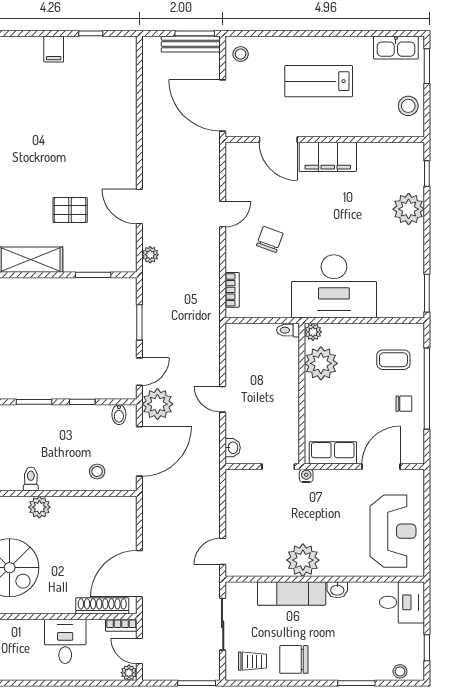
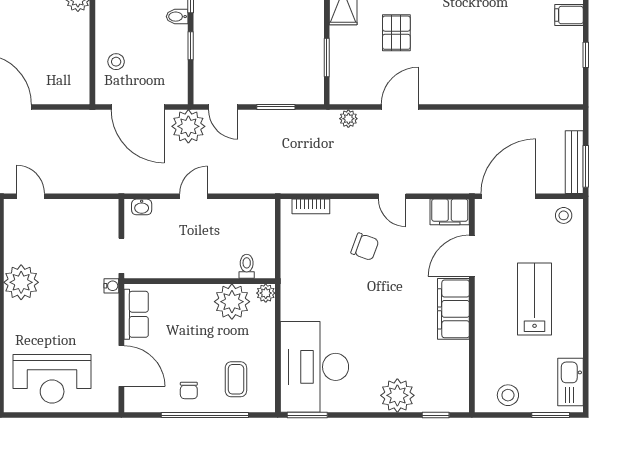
filing cabinet: (237, 160) -> (450, 212), added
desk: (334, 286) -> (314, 367), moved
toilet: (288, 330) -> (247, 266), moved
bidet: (119, 415) -> (177, 17), moved

